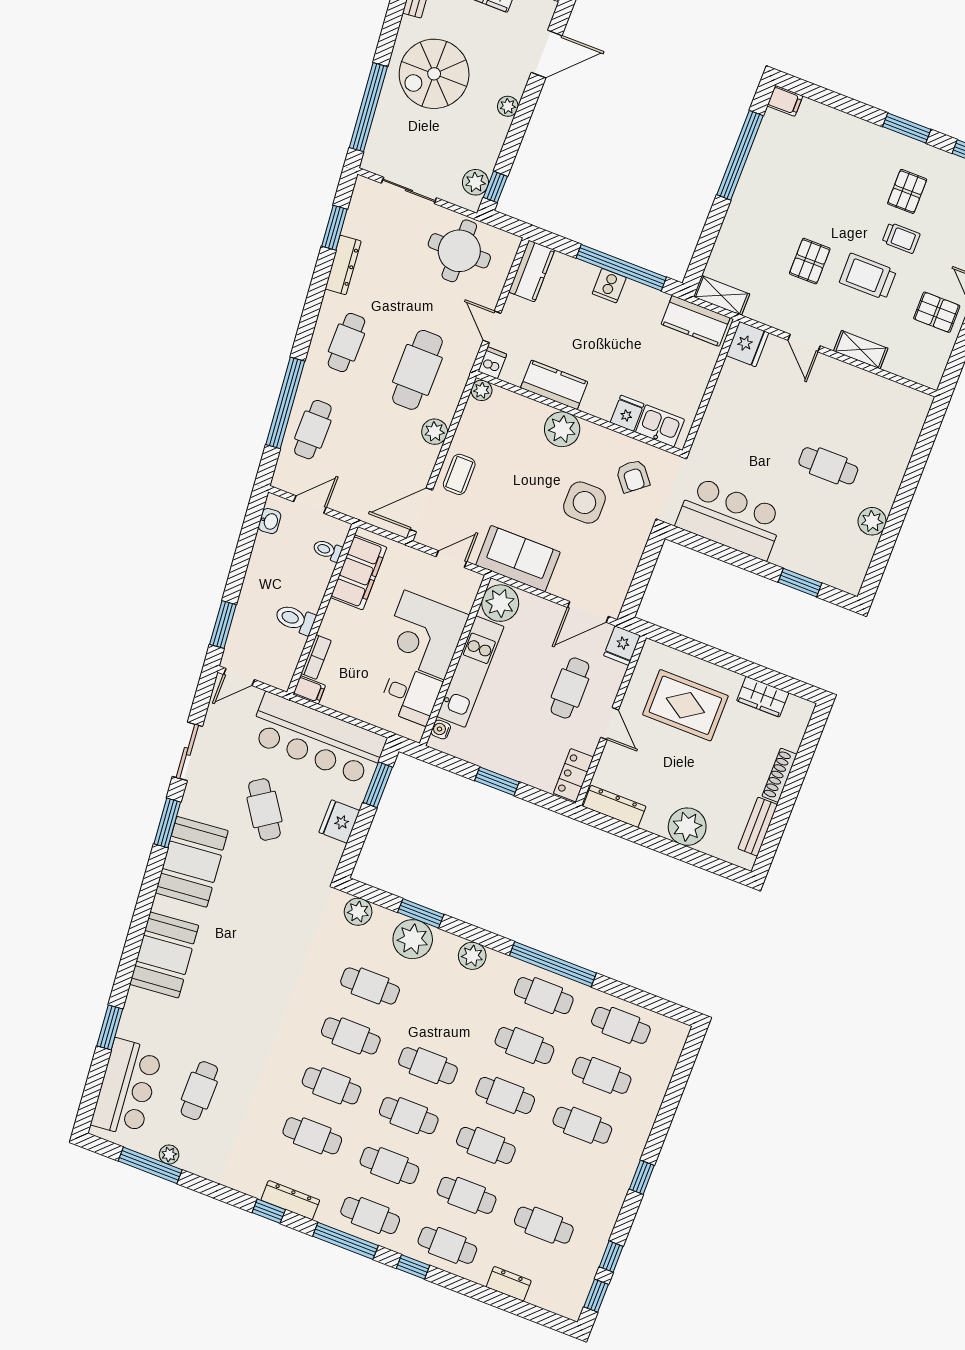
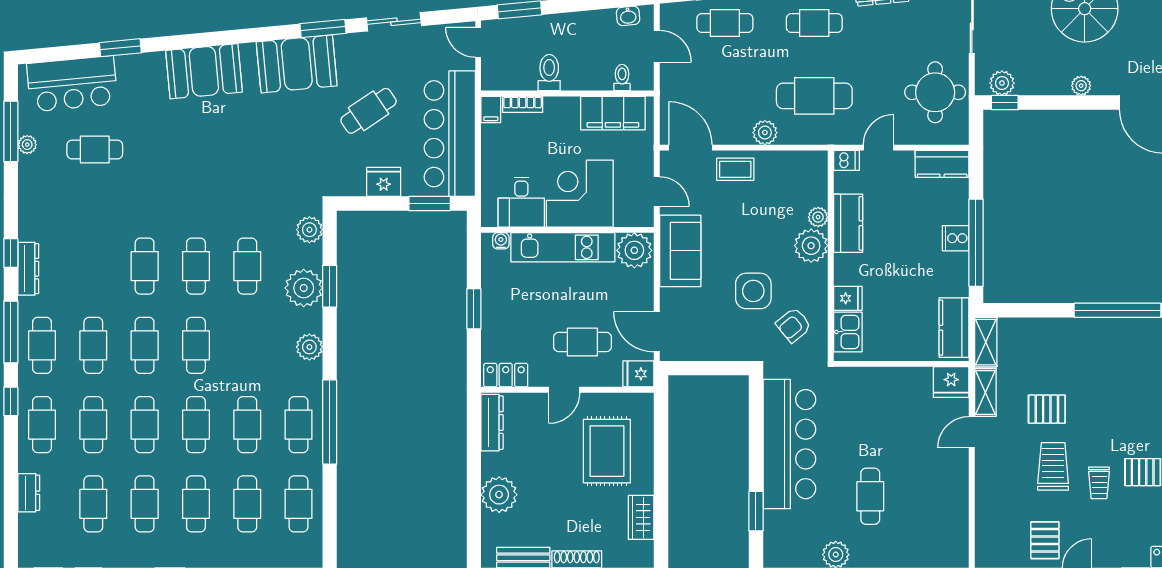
shelving: (861, 350) -> (985, 392), moved
plant: (482, 390) -> (818, 217), moved
bar counter: (730, 518) -> (789, 444), width x1.36
cafe table: (312, 1136) -> (145, 504), moved

